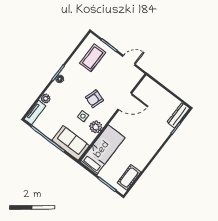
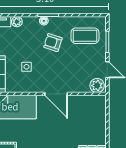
armchair: (94, 99) -> (53, 43), moved
door: (125, 101) -> (56, 94), moved
plant: (96, 127) -> (97, 86), moved

